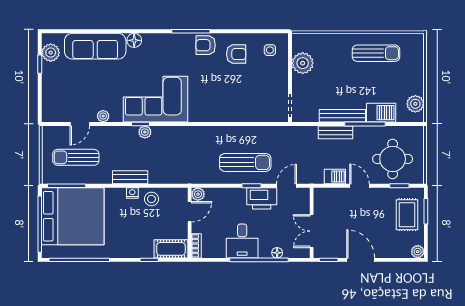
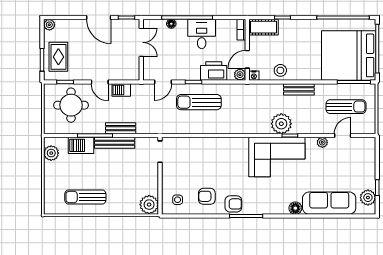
plant: (303, 63) -> (149, 205), moved
plant: (145, 132) -> (281, 124), width x1.87, depth x1.87
nightstand: (132, 193) -> (254, 76), moved
printer: (262, 198) -> (214, 71), moved

